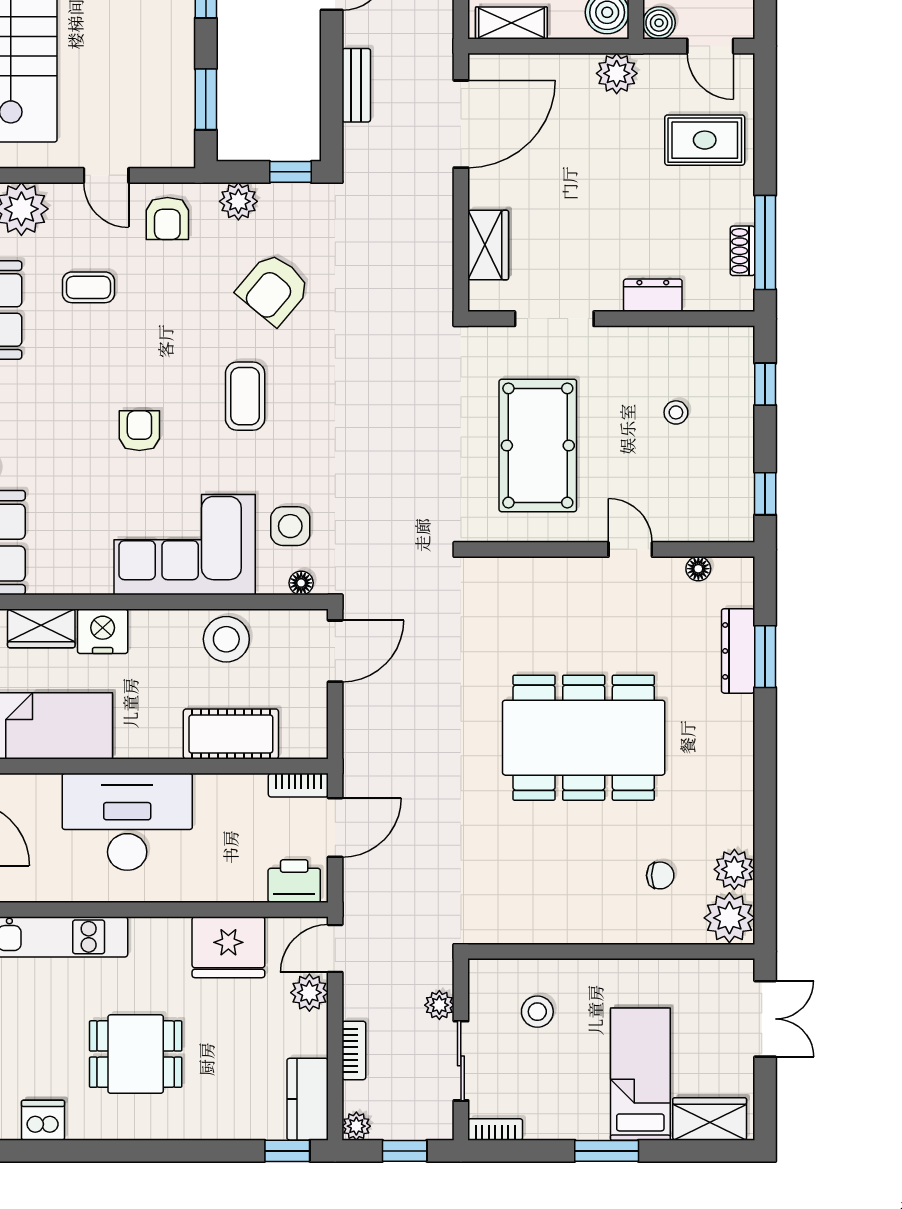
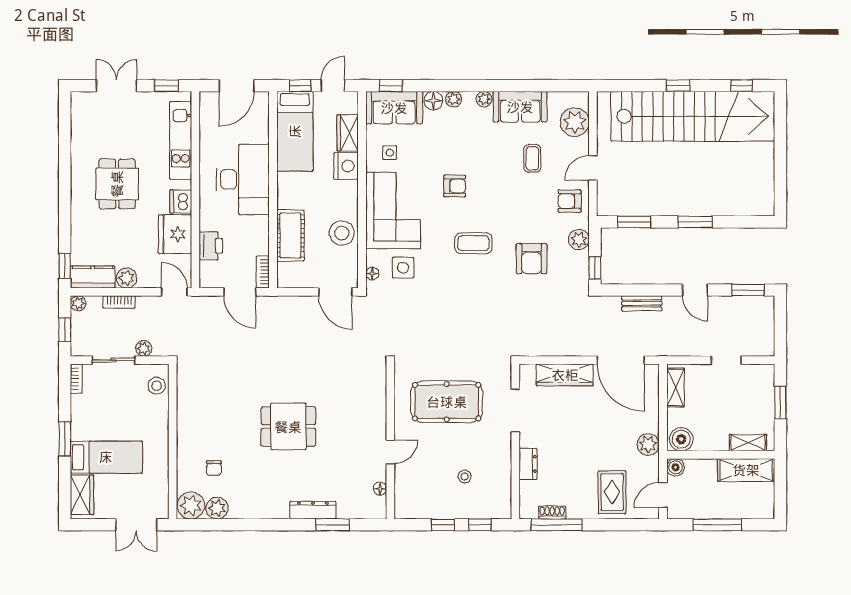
wardrobe: (488, 245) -> (565, 375), width x1.50
armchair: (274, 289) -> (531, 259), turned -130
window: (765, 494) -> (443, 525), moved
side table: (78, 551) -> (390, 153), added
dresser: (738, 651) -> (313, 510), moved
dining table: (584, 738) -> (288, 427), width x0.53, depth x0.80
printer: (294, 881) -> (211, 246), moved
plant: (309, 993) -> (127, 278), moved
stool: (537, 1012) -> (157, 386), moved
dishwasher: (43, 1120) -> (181, 201), moved, turned 180

